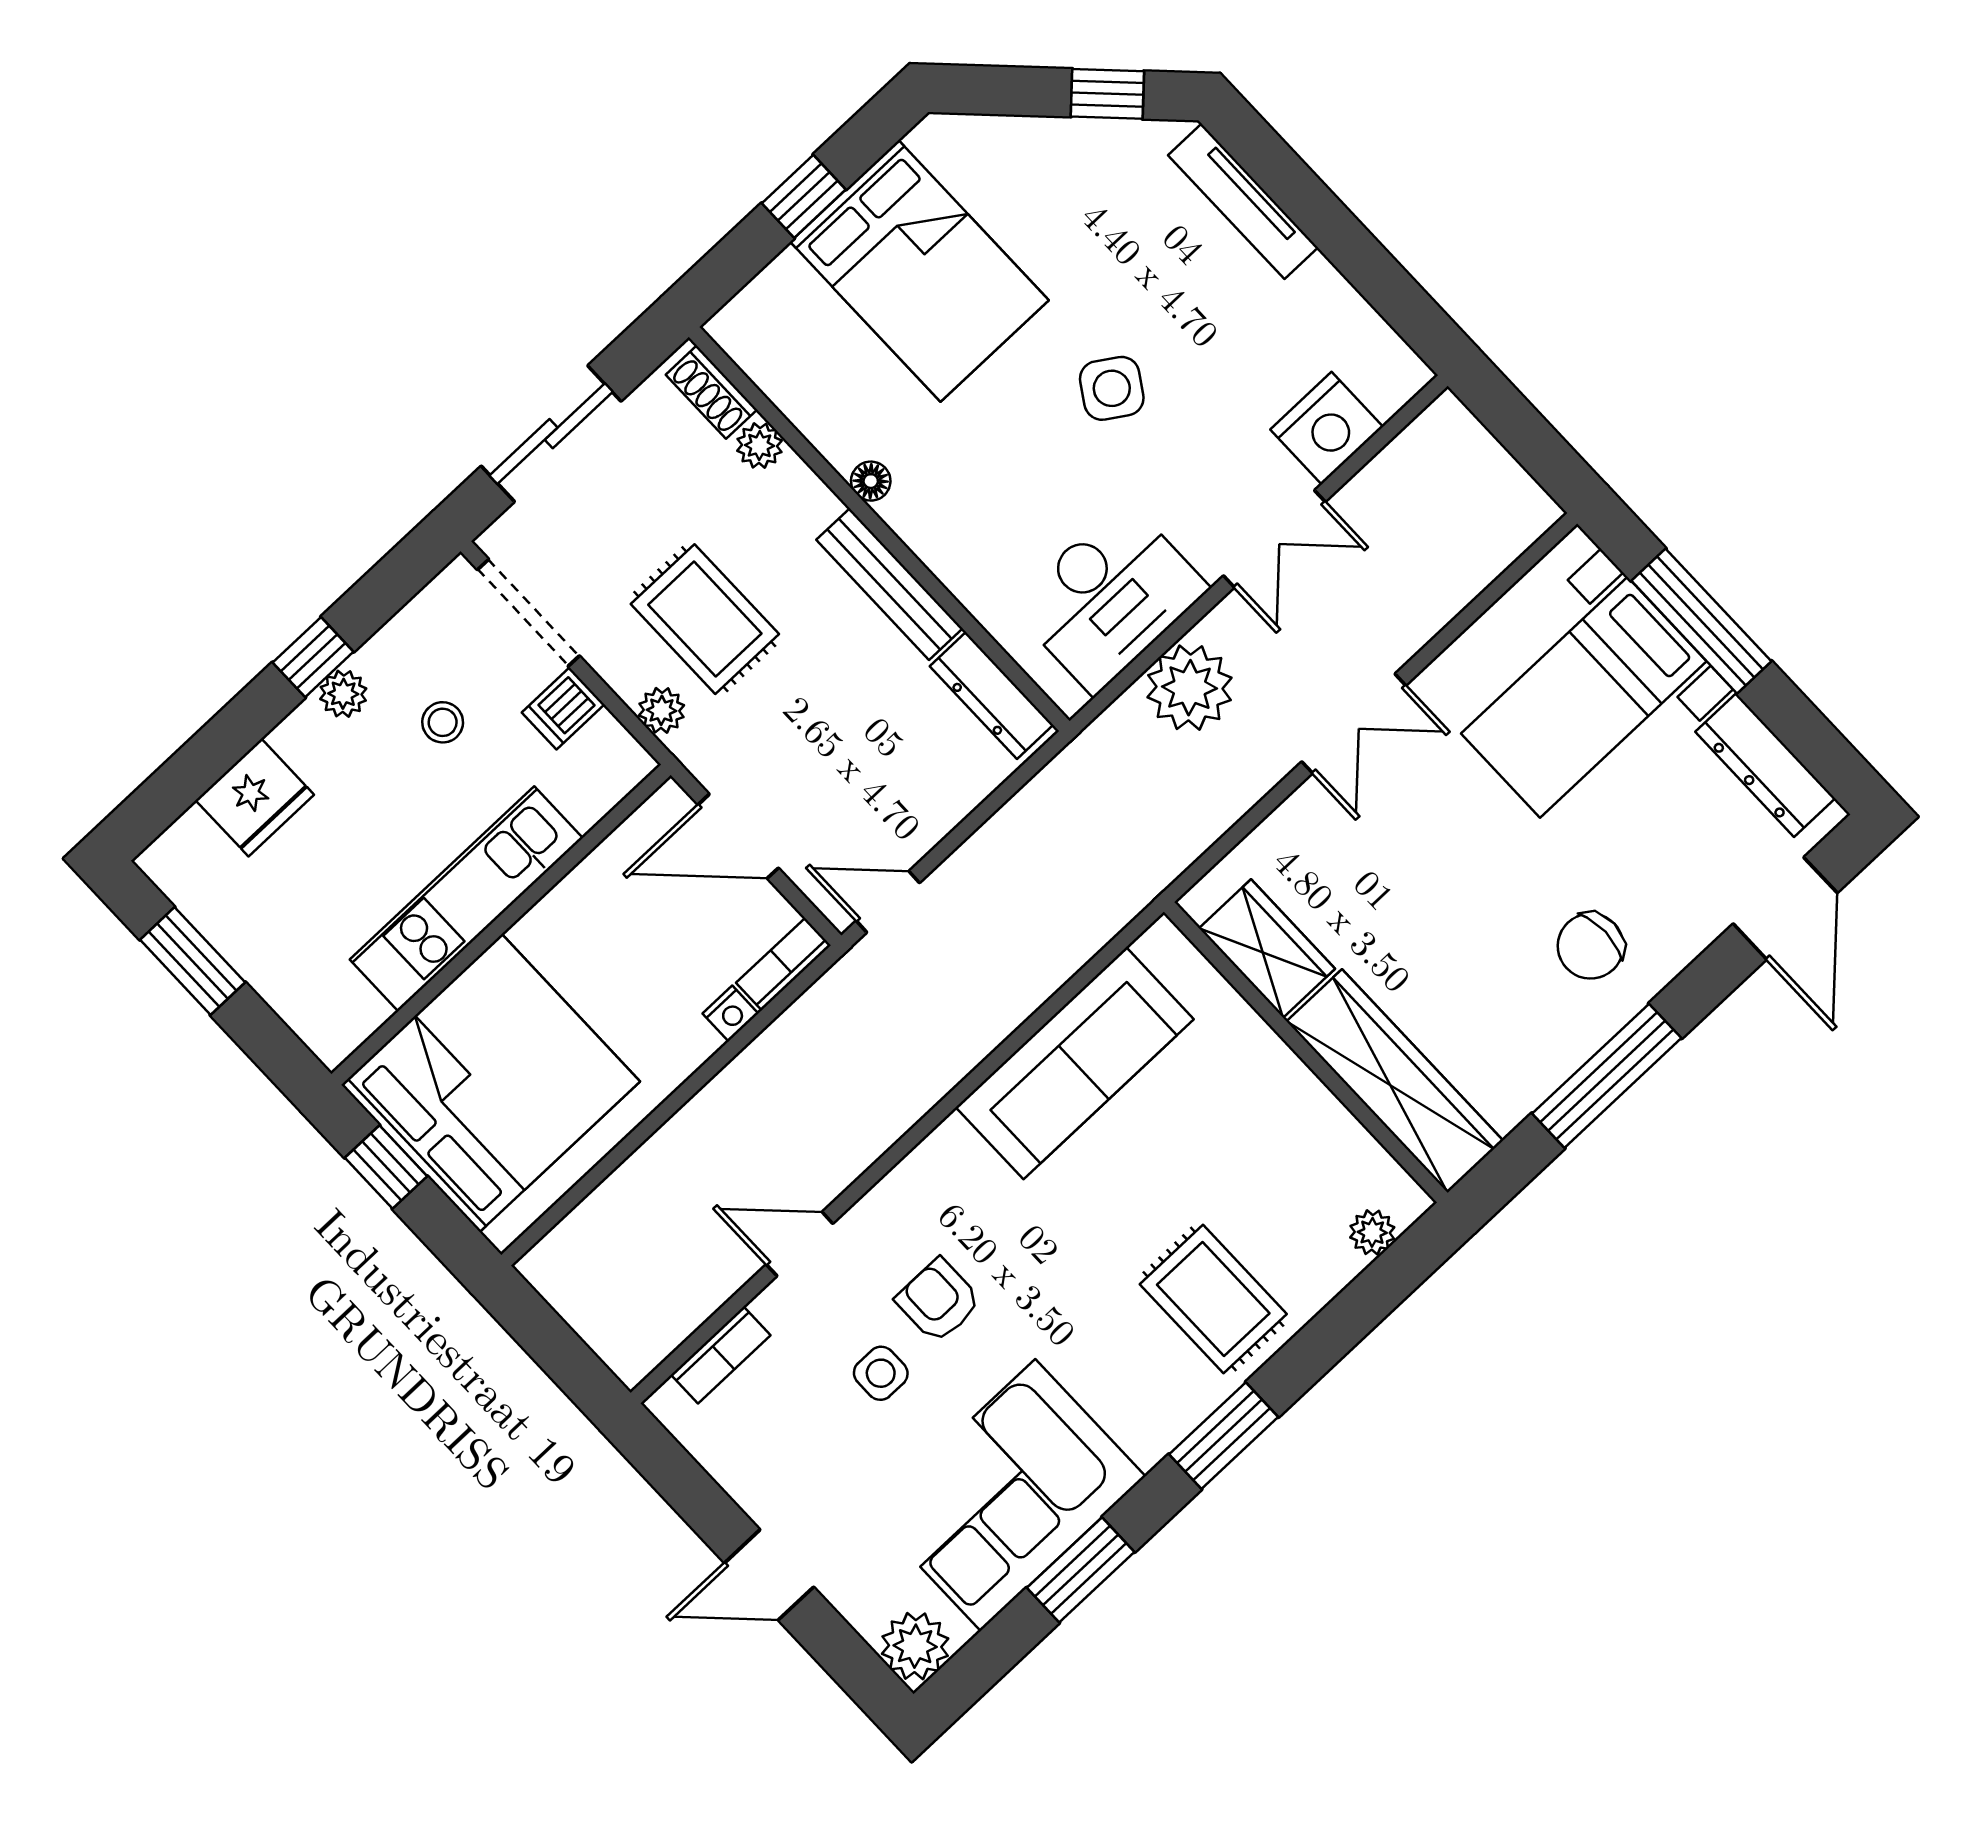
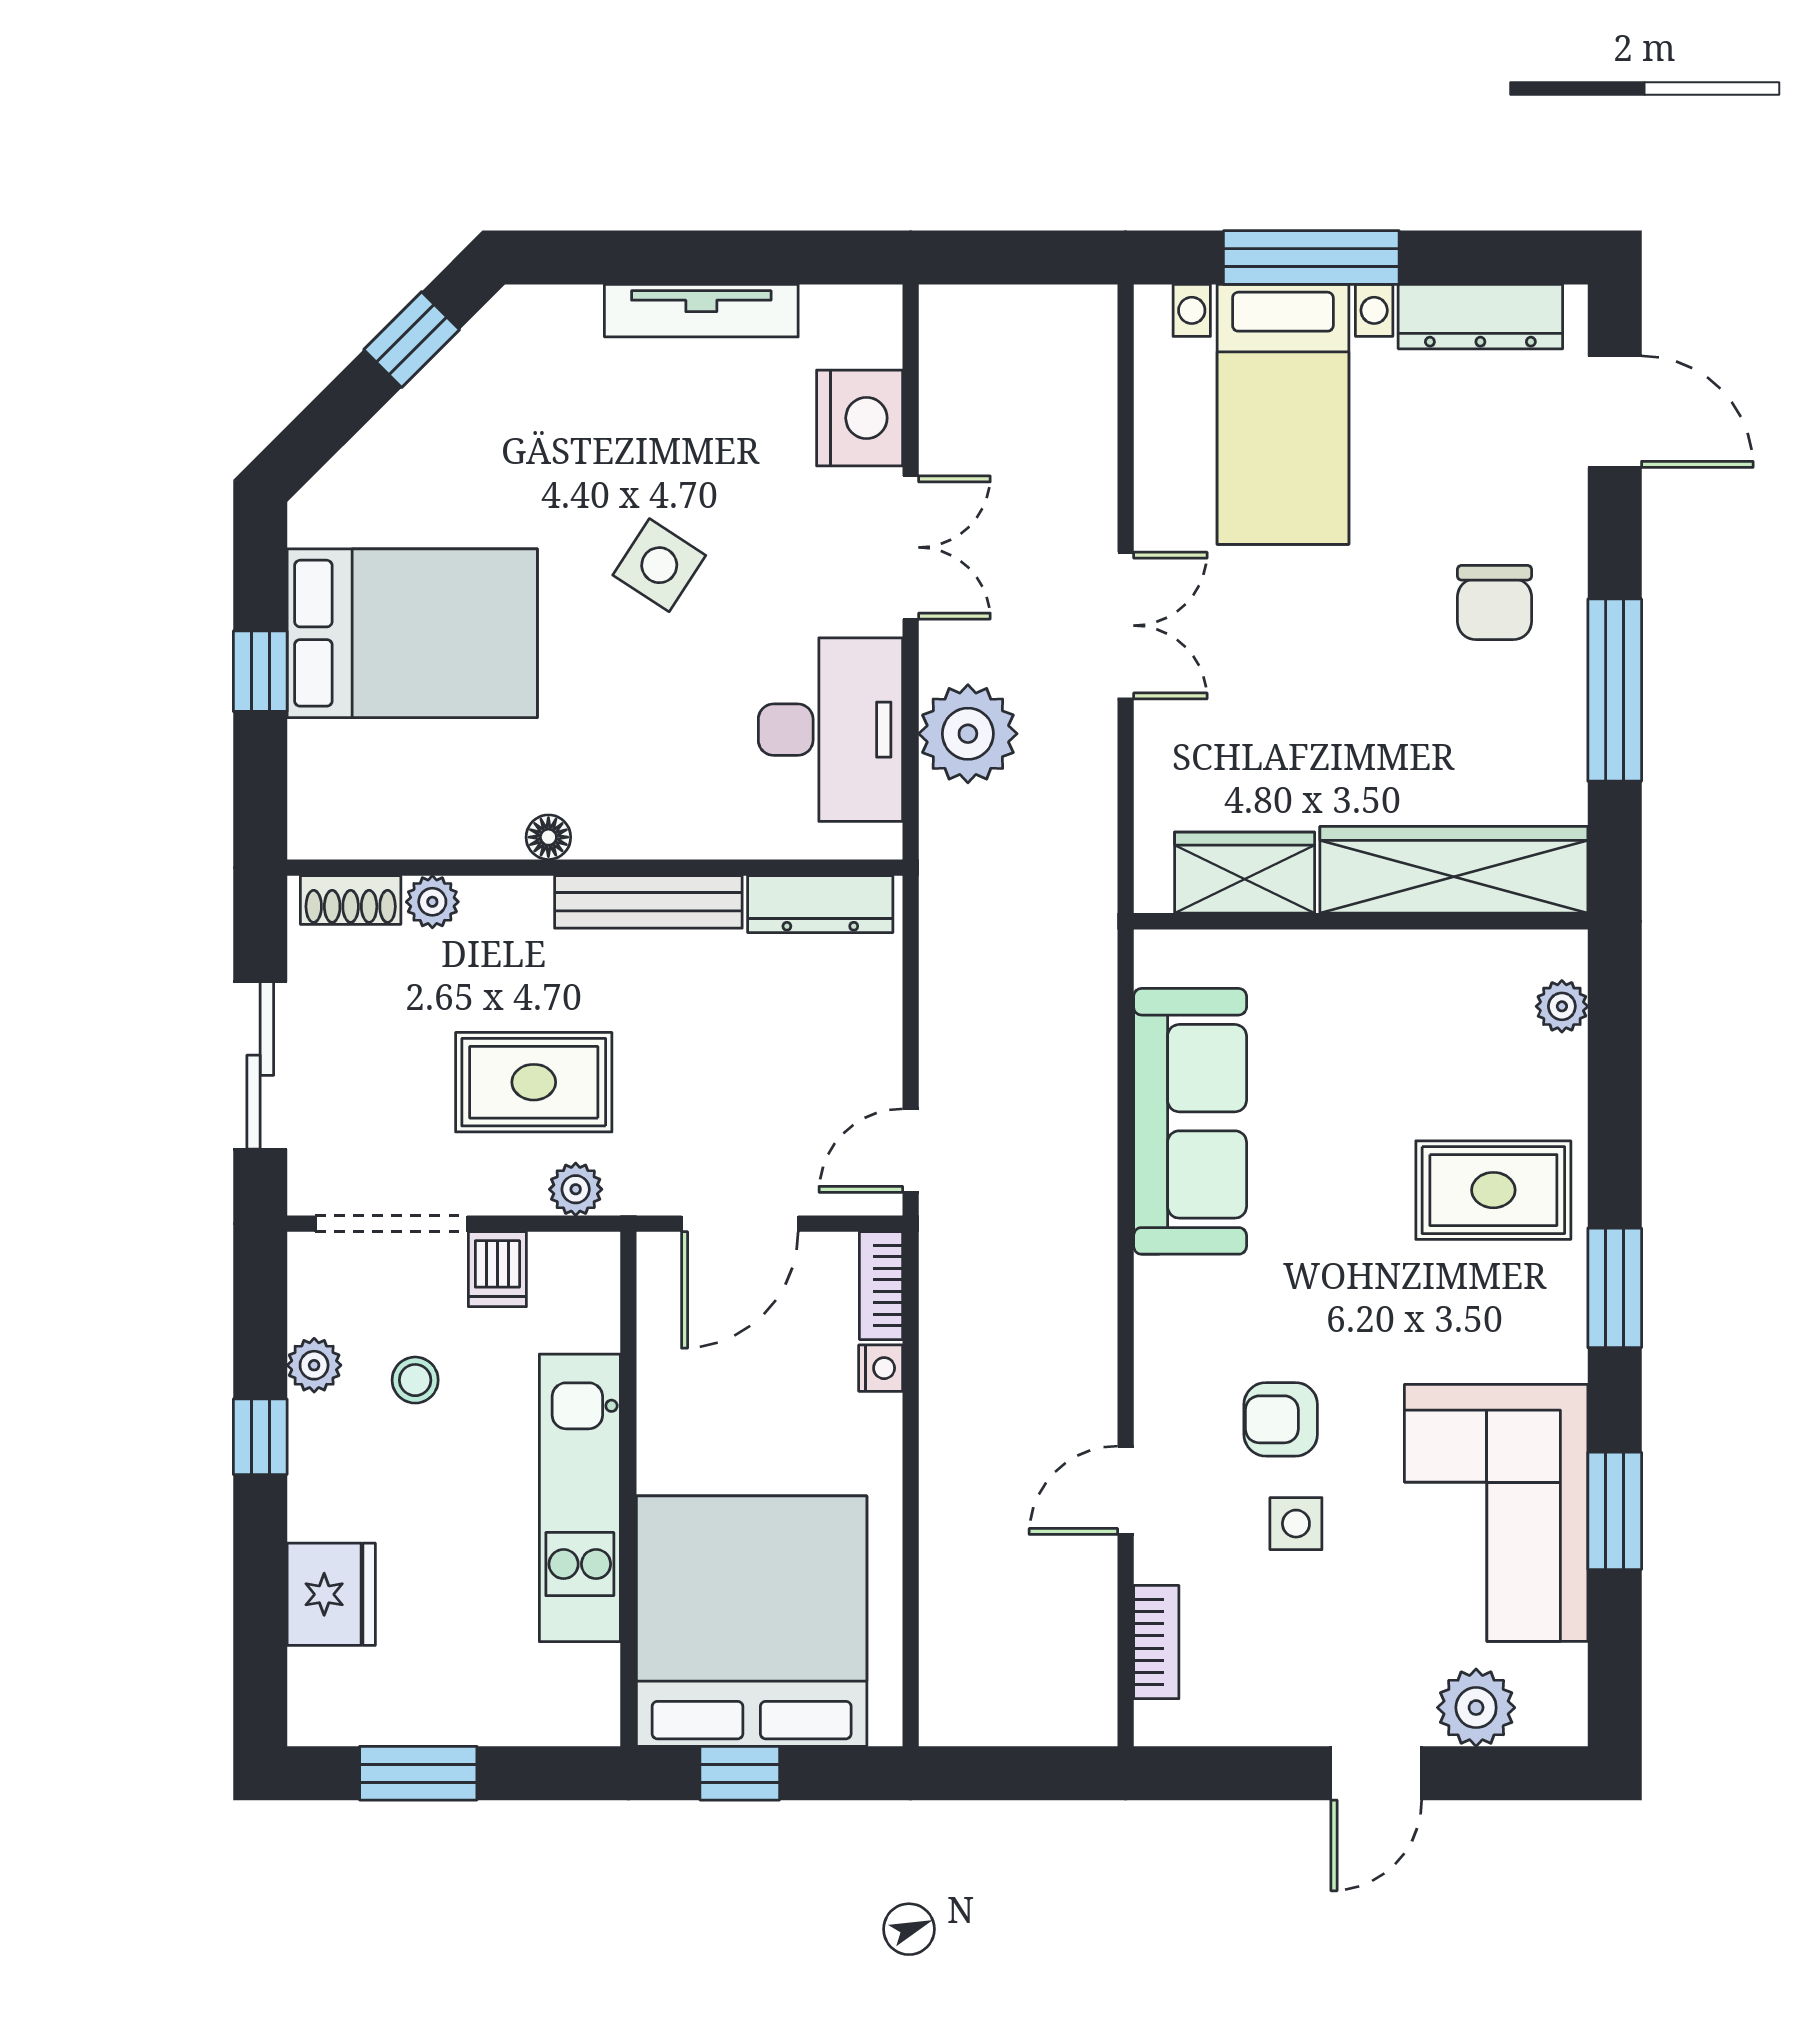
tv unit: (1243, 201) -> (701, 311), moved
plant: (343, 694) -> (314, 1365), moved
plant: (915, 1646) -> (1476, 1708), moved

